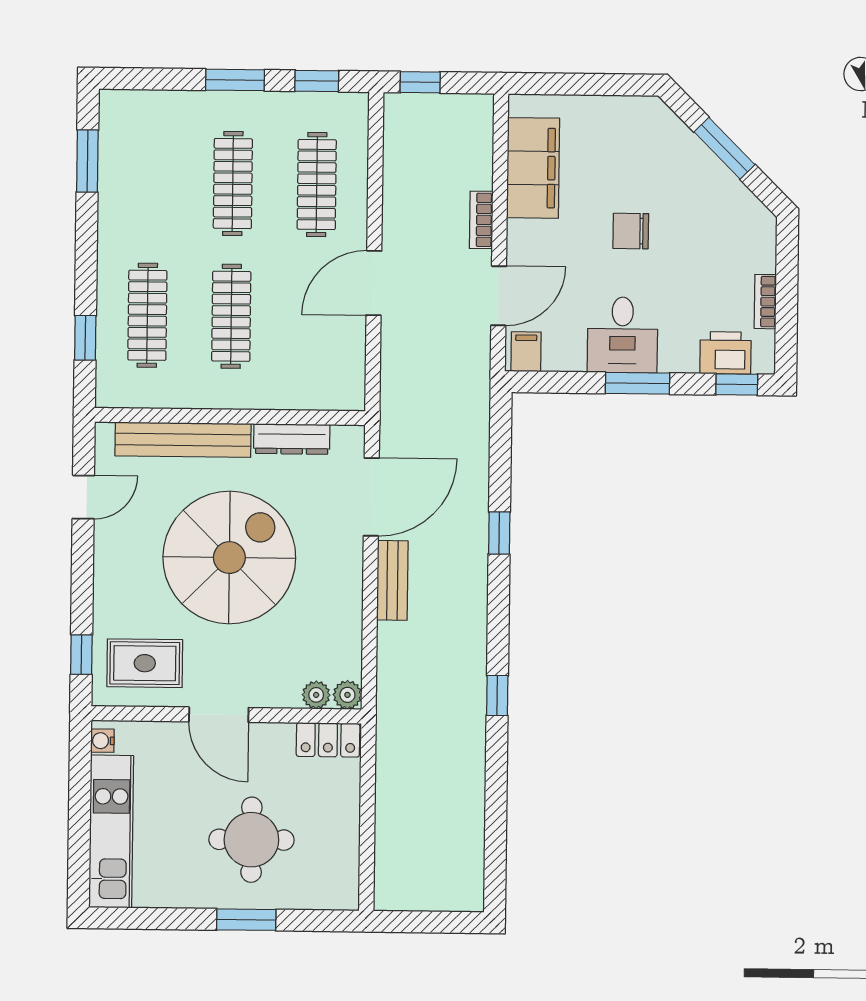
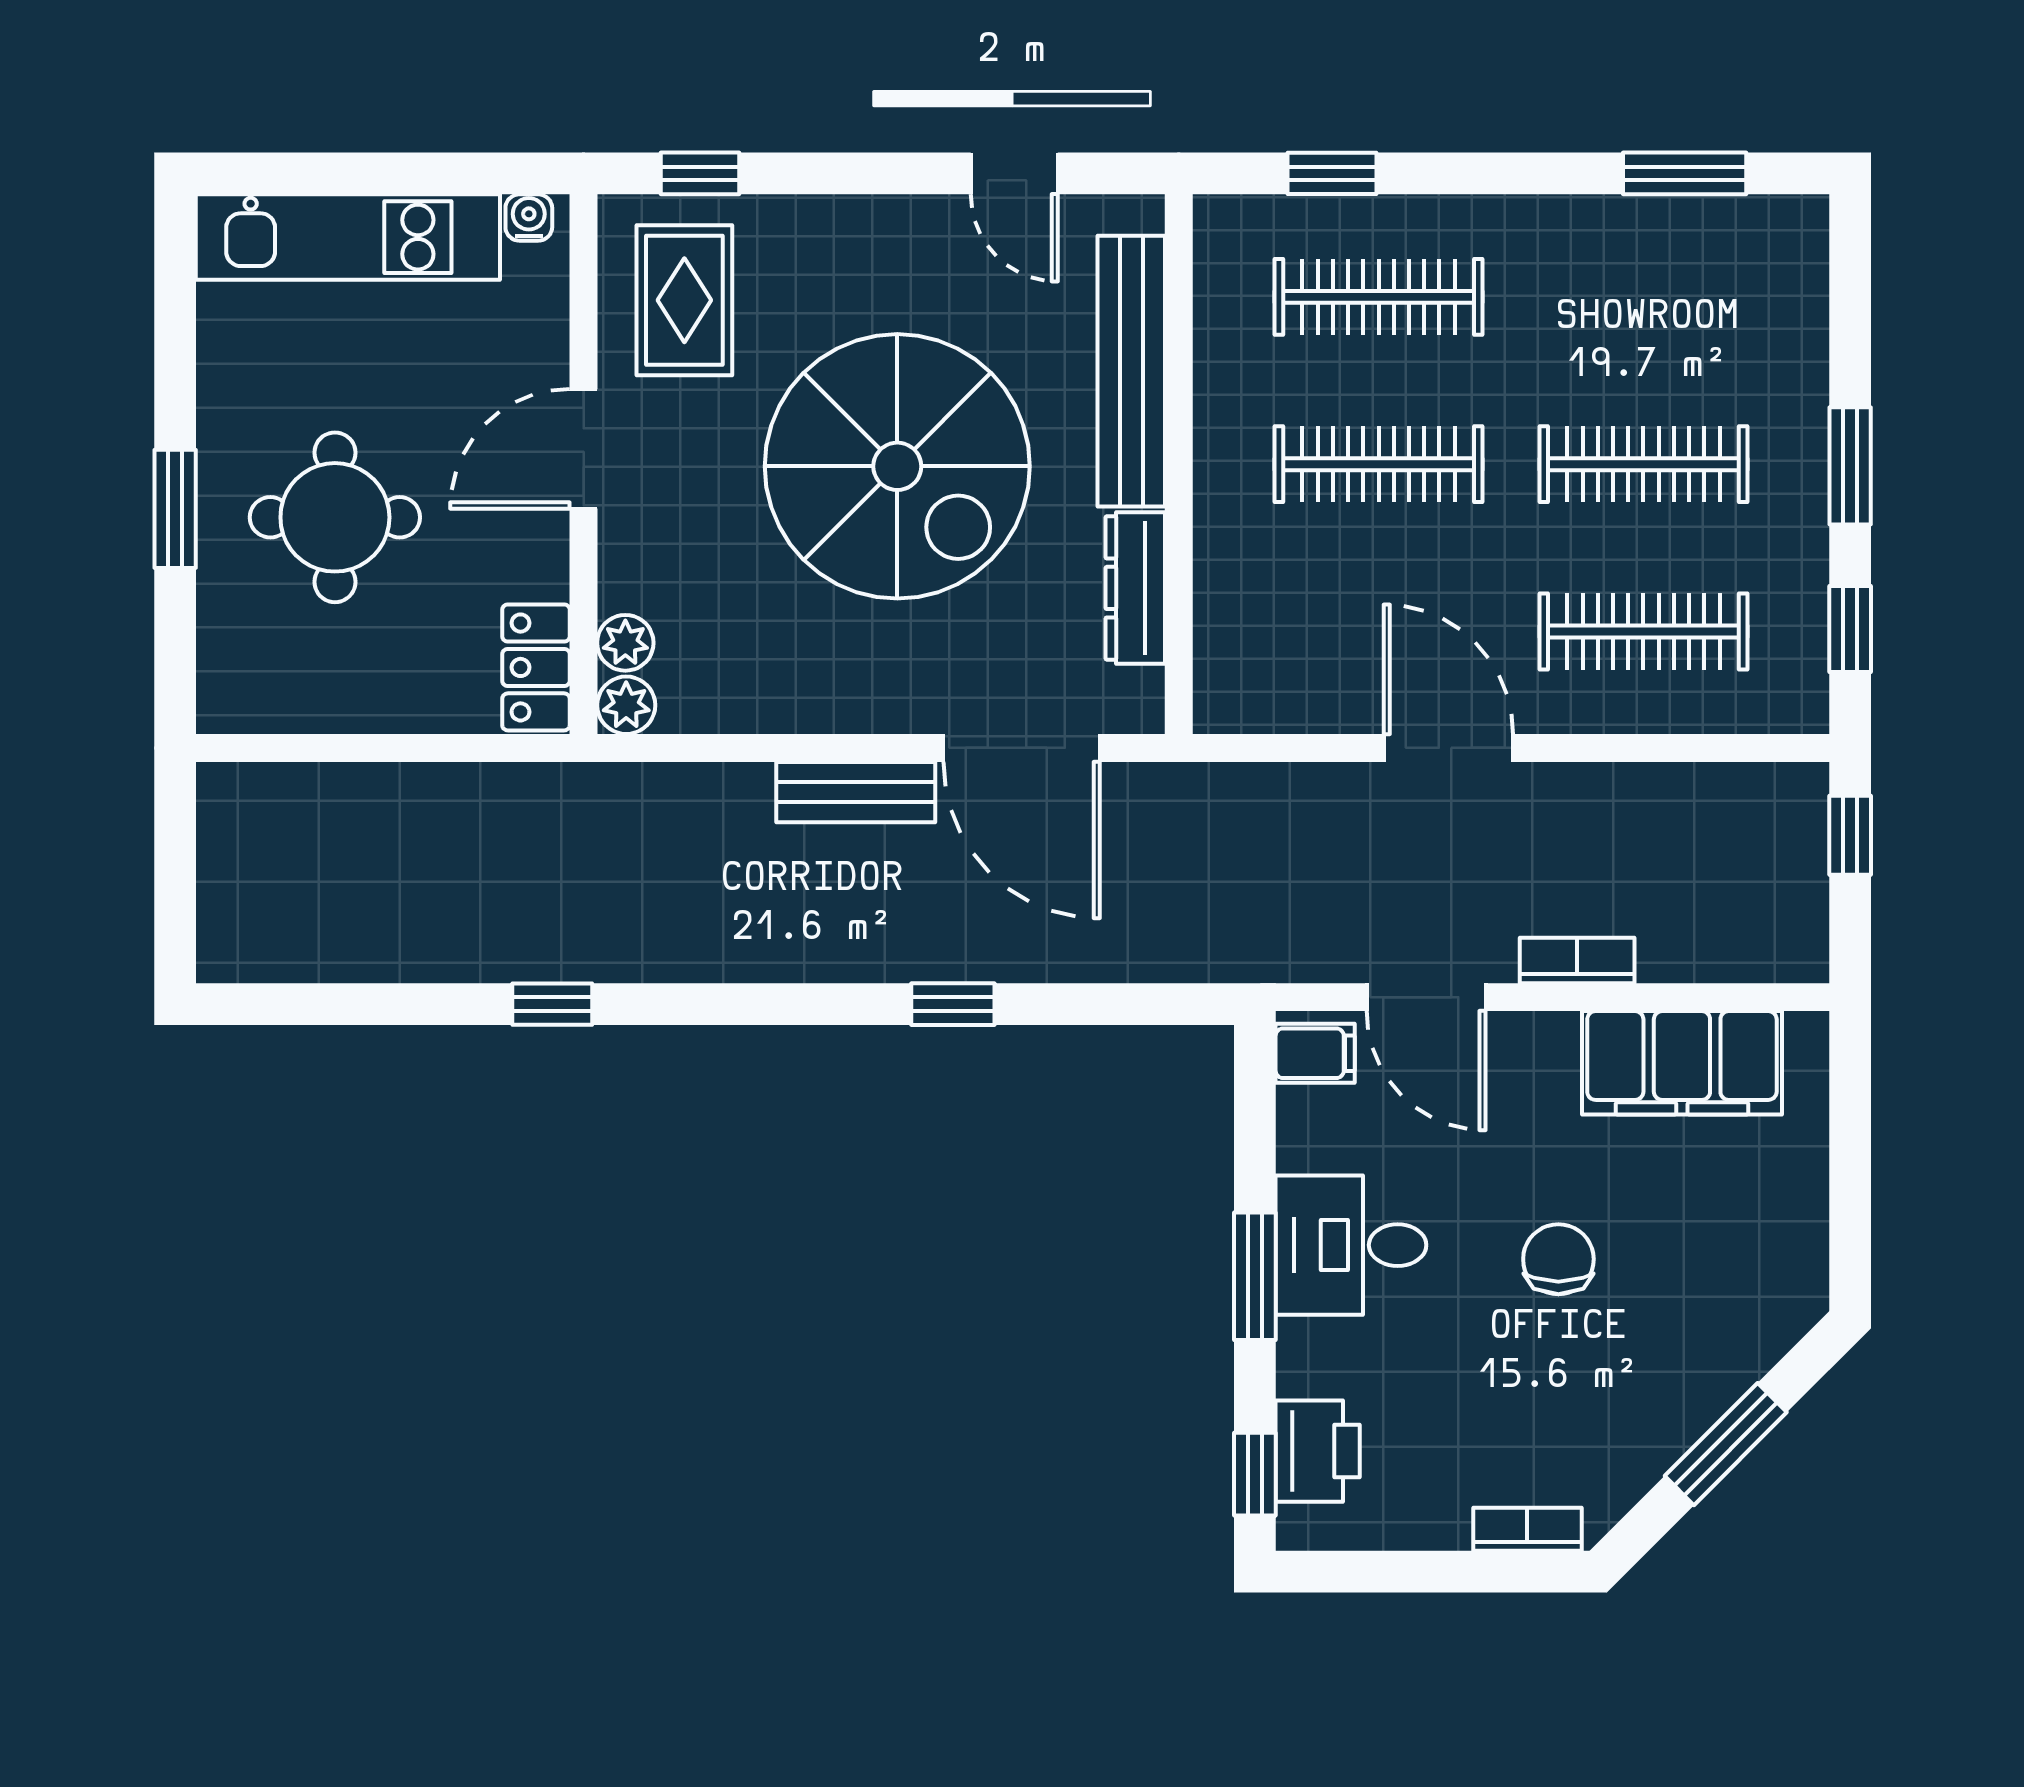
bookcase: (765, 302) -> (1527, 1529), moved
window: (497, 696) -> (552, 1004), moved

